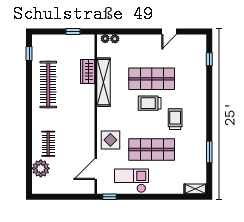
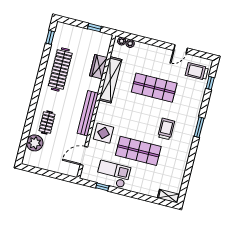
trolley: (150, 103) -> (197, 71), moved
bench: (89, 123) -> (88, 113), added
window: (209, 152) -> (199, 127), moved
window: (109, 197) -> (102, 187), moved

